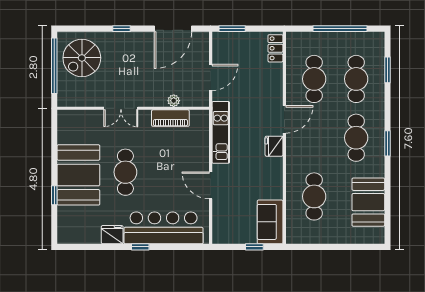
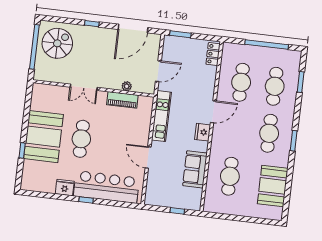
spiral stairs: (82, 58) -> (57, 43), turned 180
sofa: (270, 222) -> (195, 169), moved

